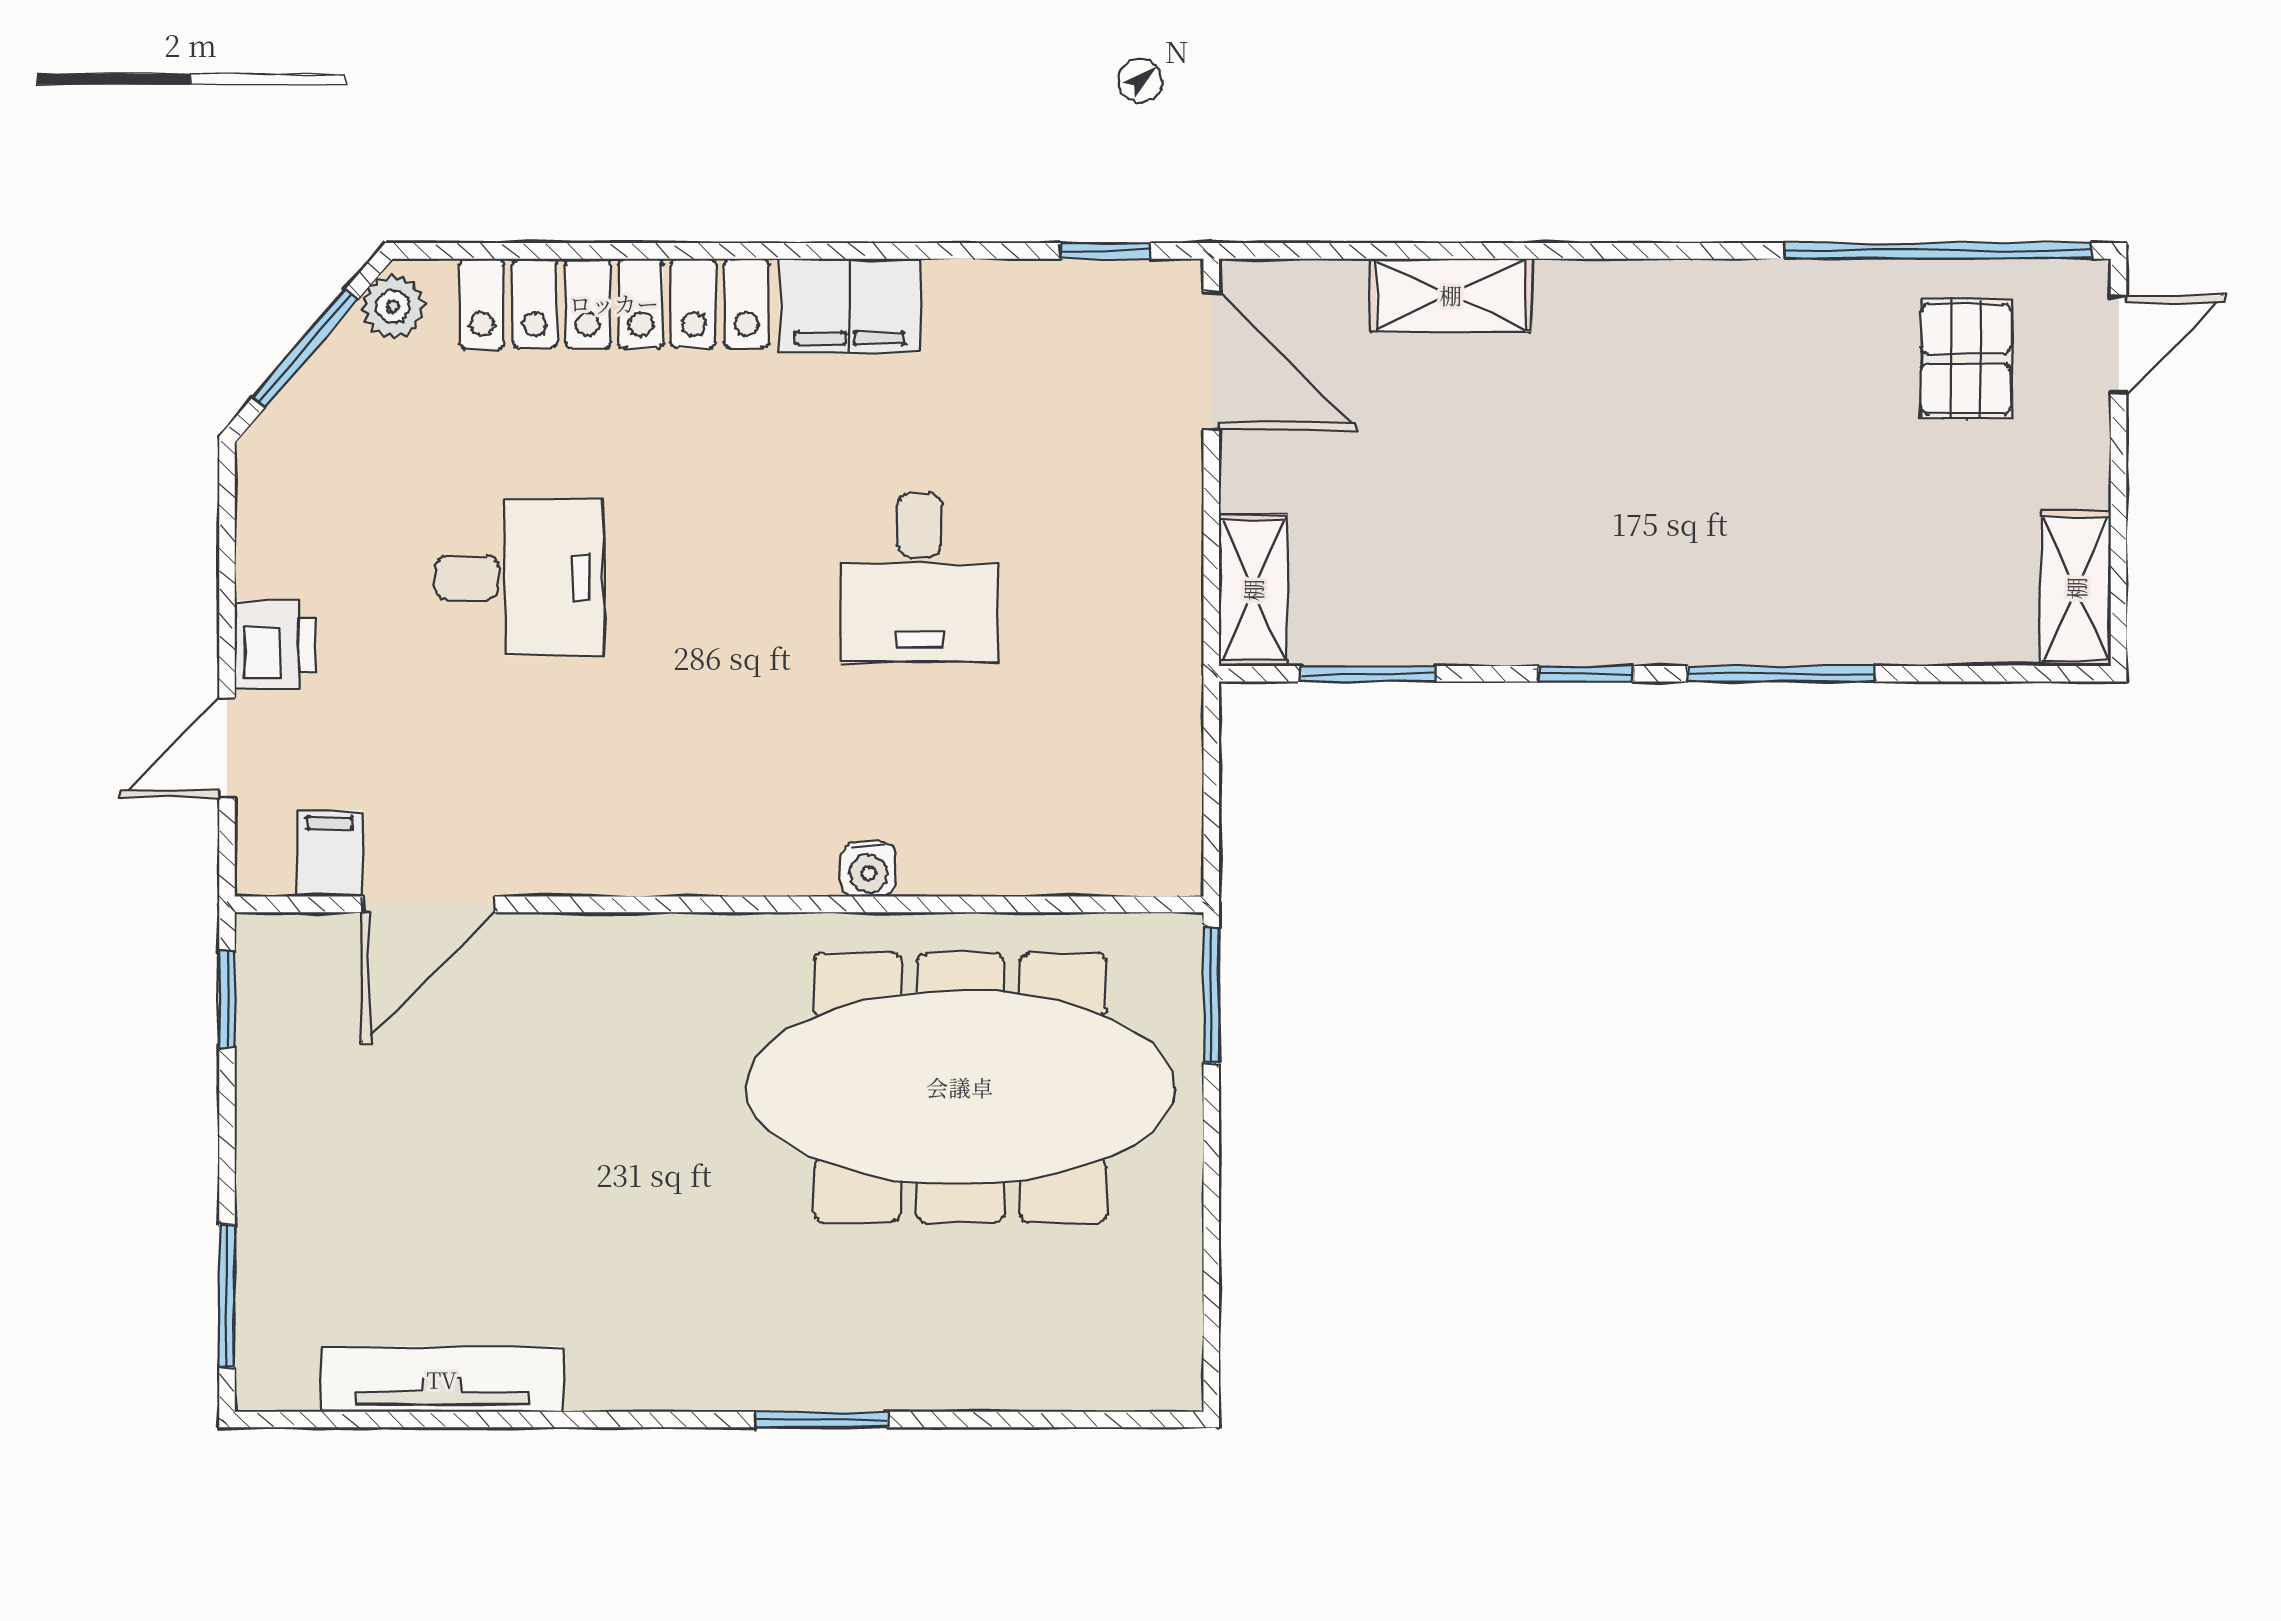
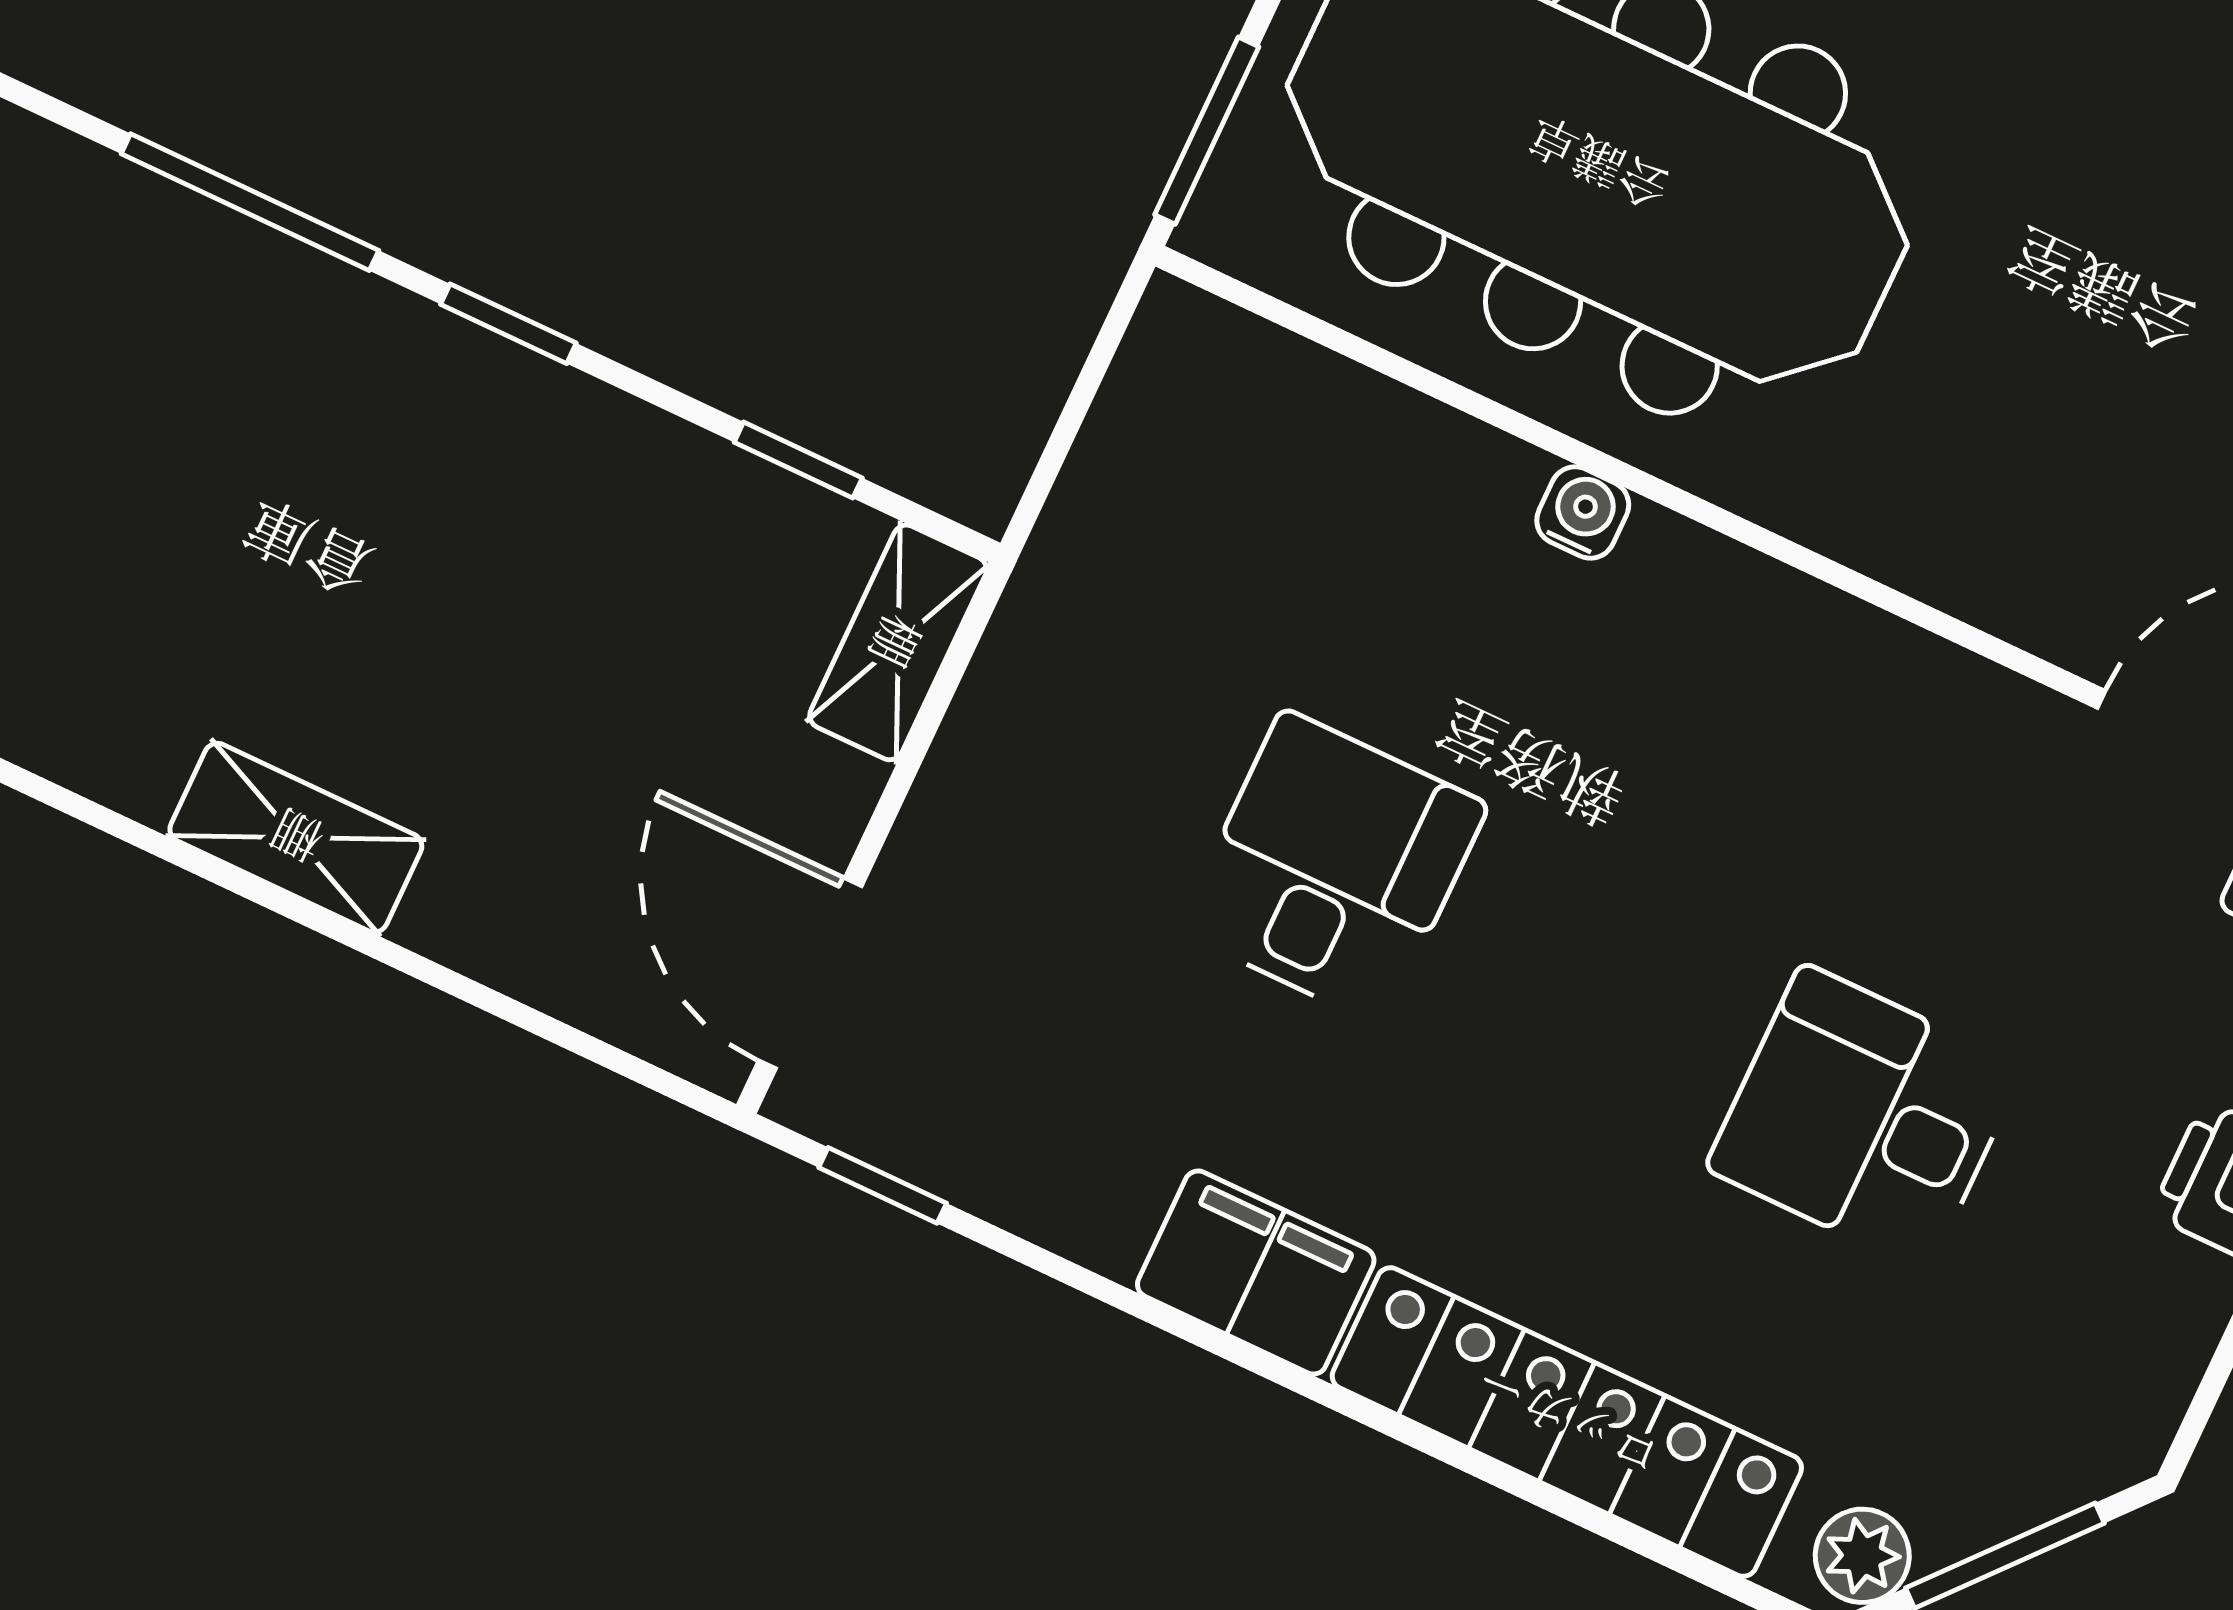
shelving: (1451, 295) -> (296, 838), moved
window: (1368, 674) -> (798, 460), width x0.67

